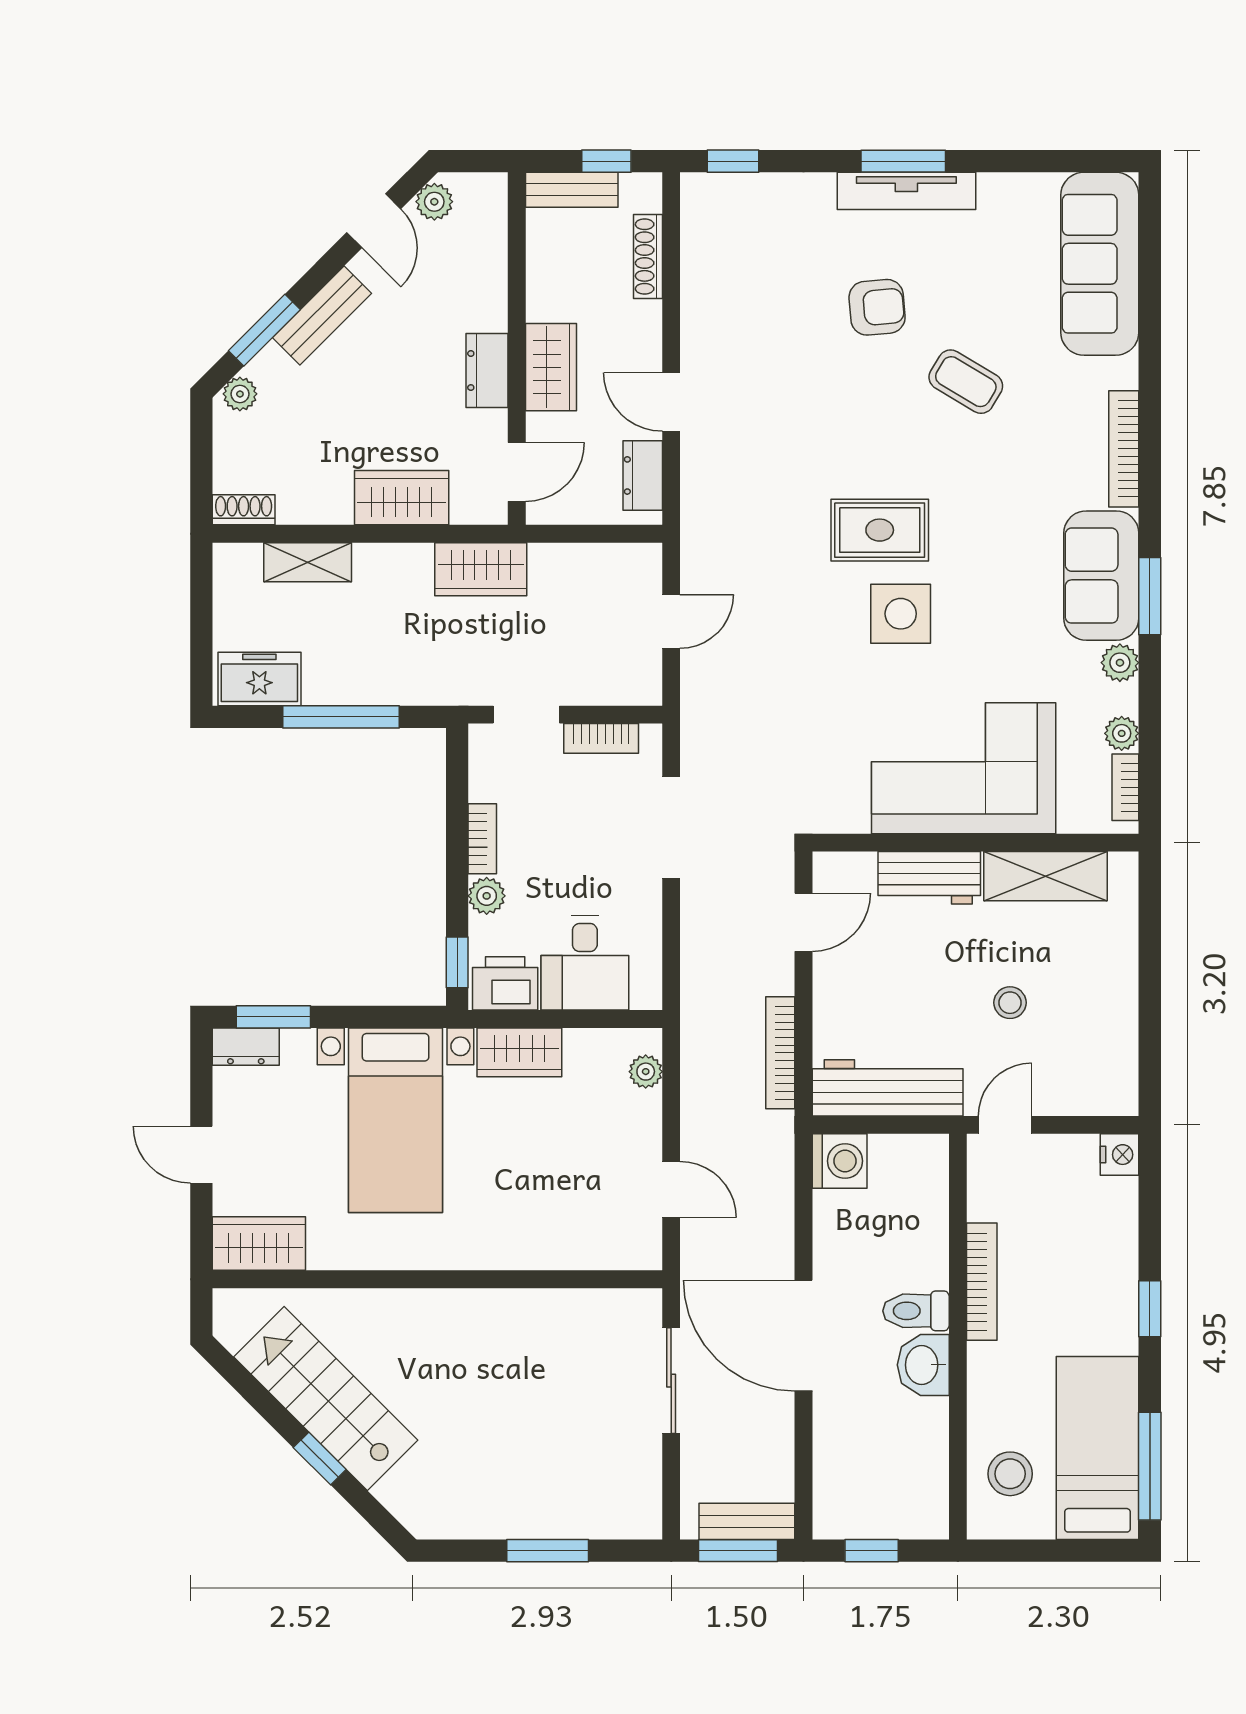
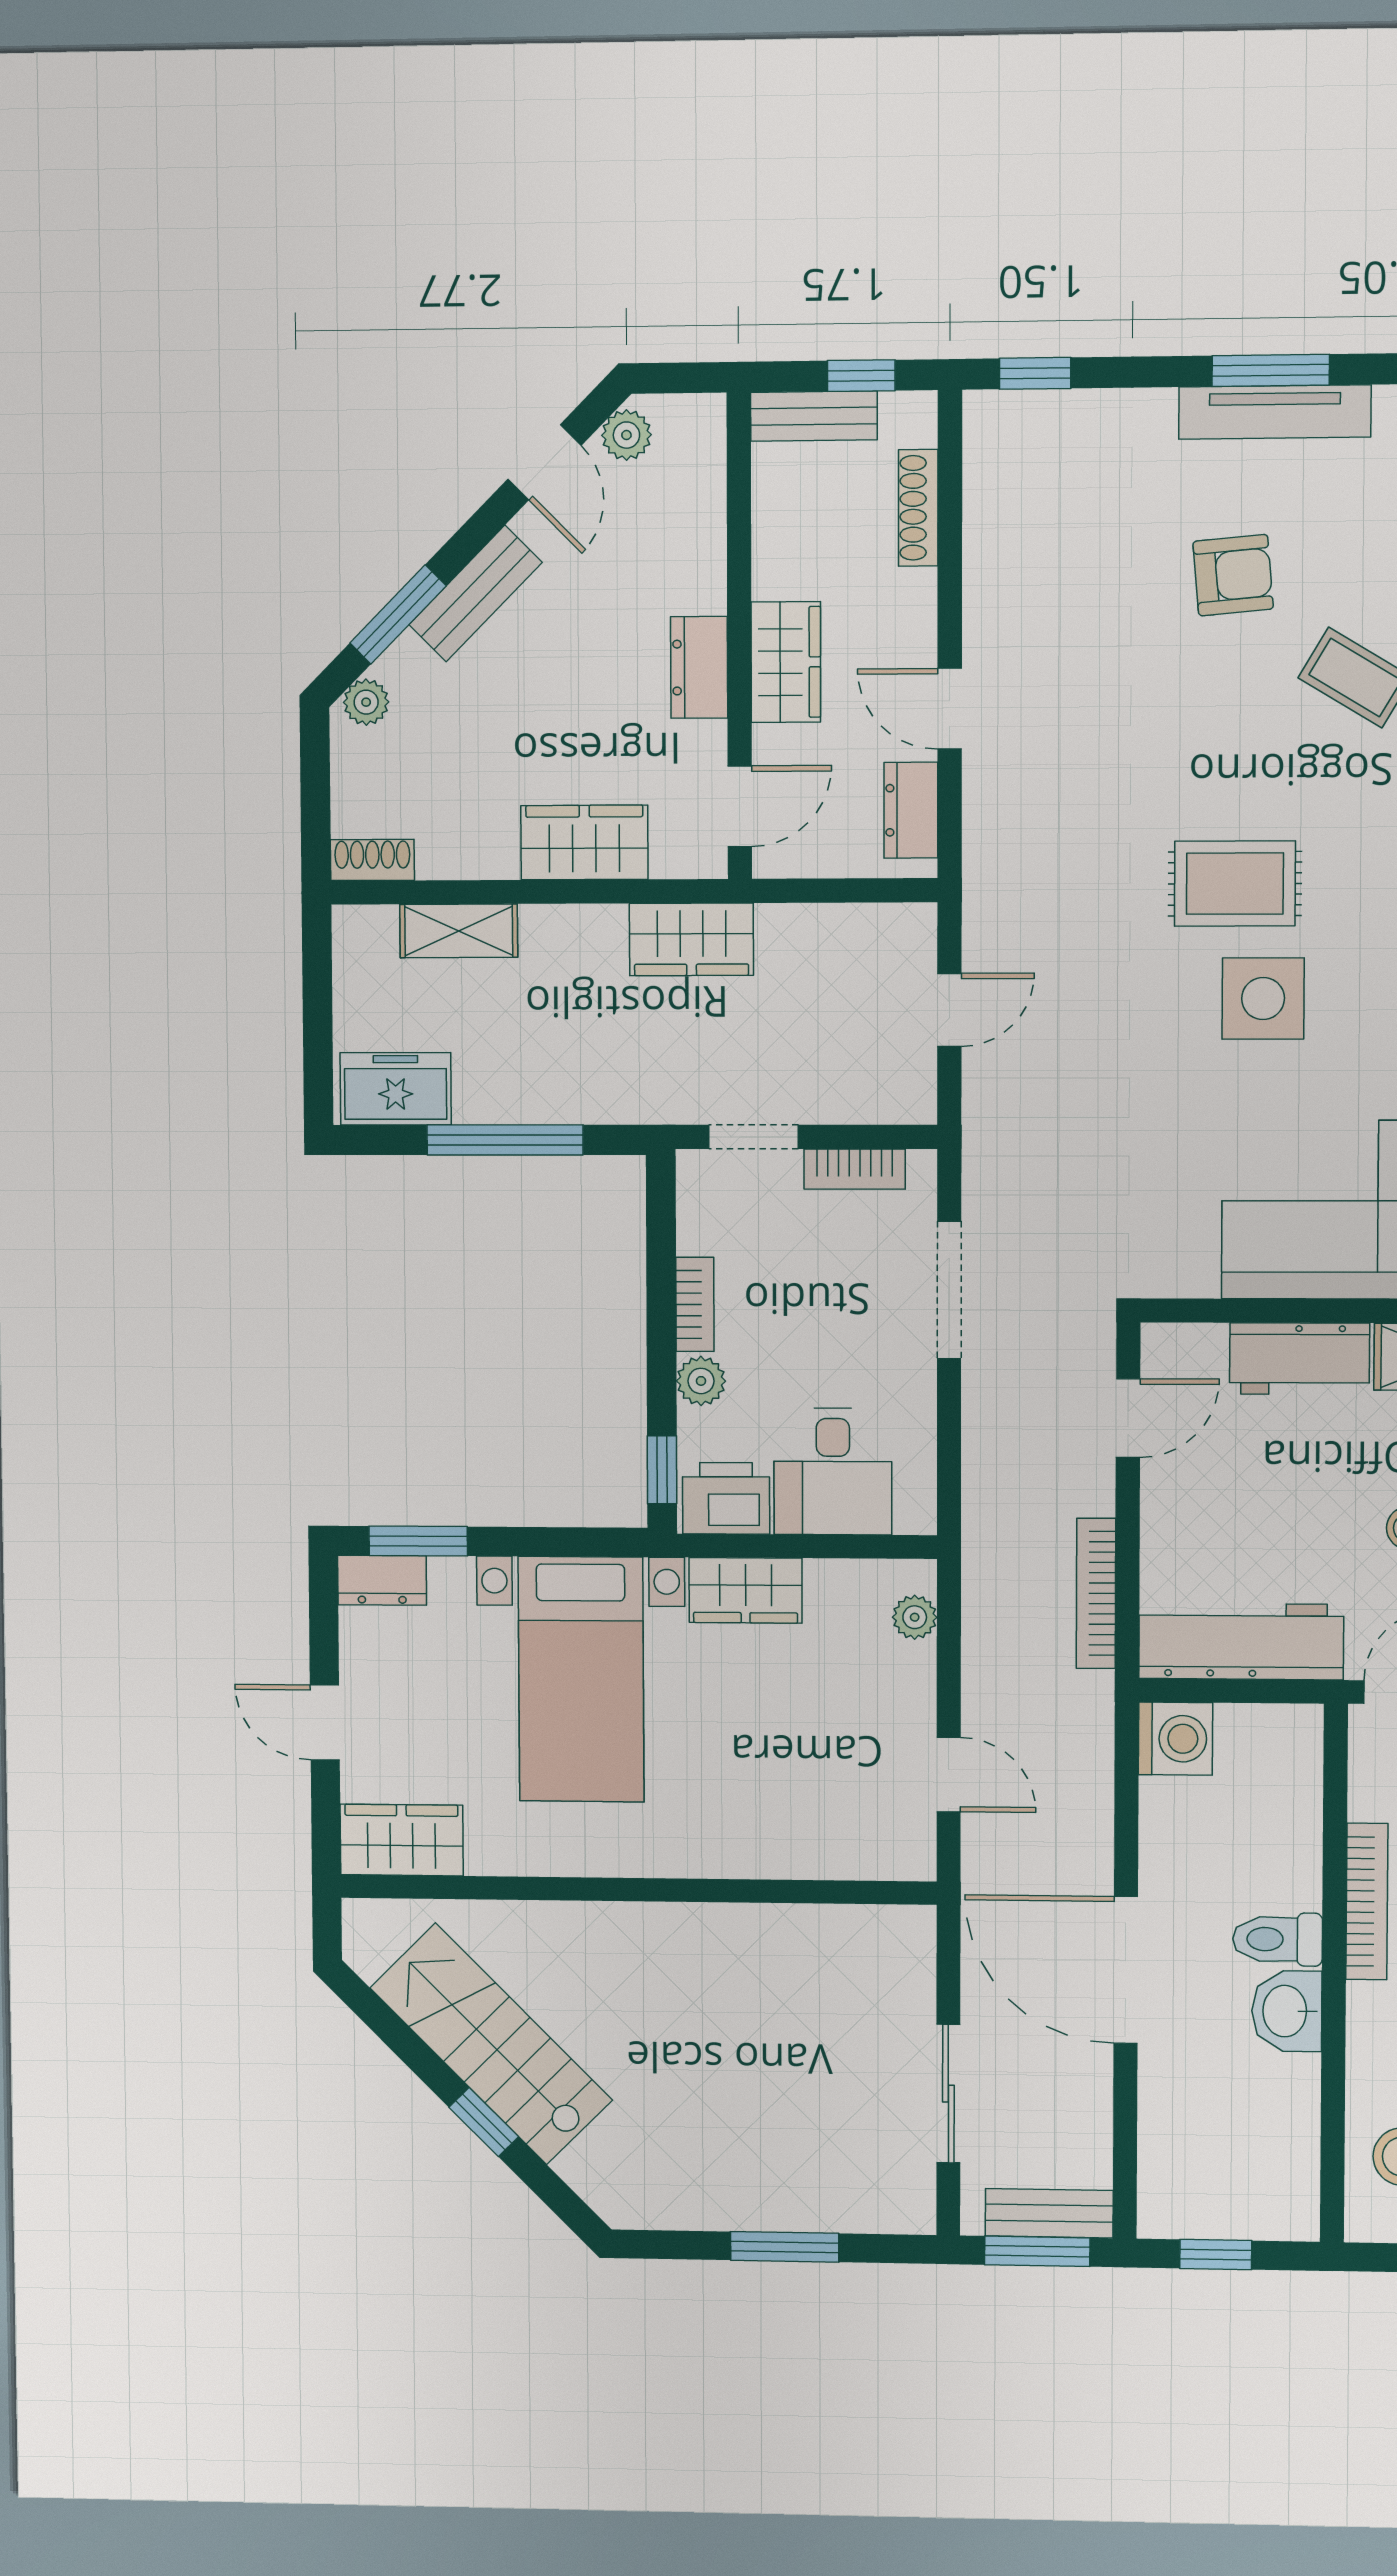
sliding door: (671, 1381) -> (948, 2094), moved

